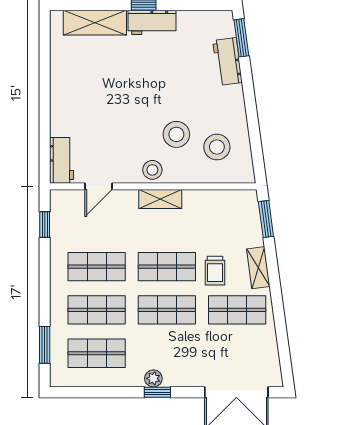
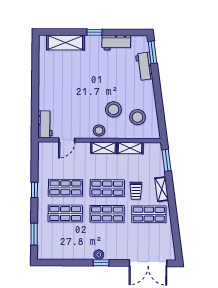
workbench: (152, 22) -> (116, 43), moved
shelving: (205, 199) -> (130, 148), added
window: (45, 225) -> (34, 190), moved
shop shelf: (97, 353) -> (65, 239), removed

